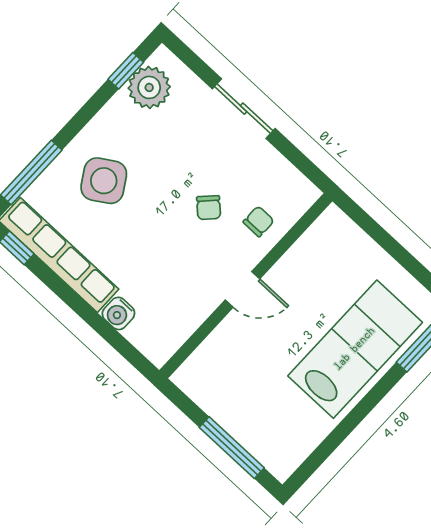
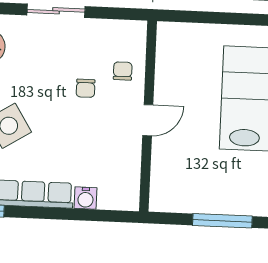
chair: (209, 208) -> (86, 88), turned 46

